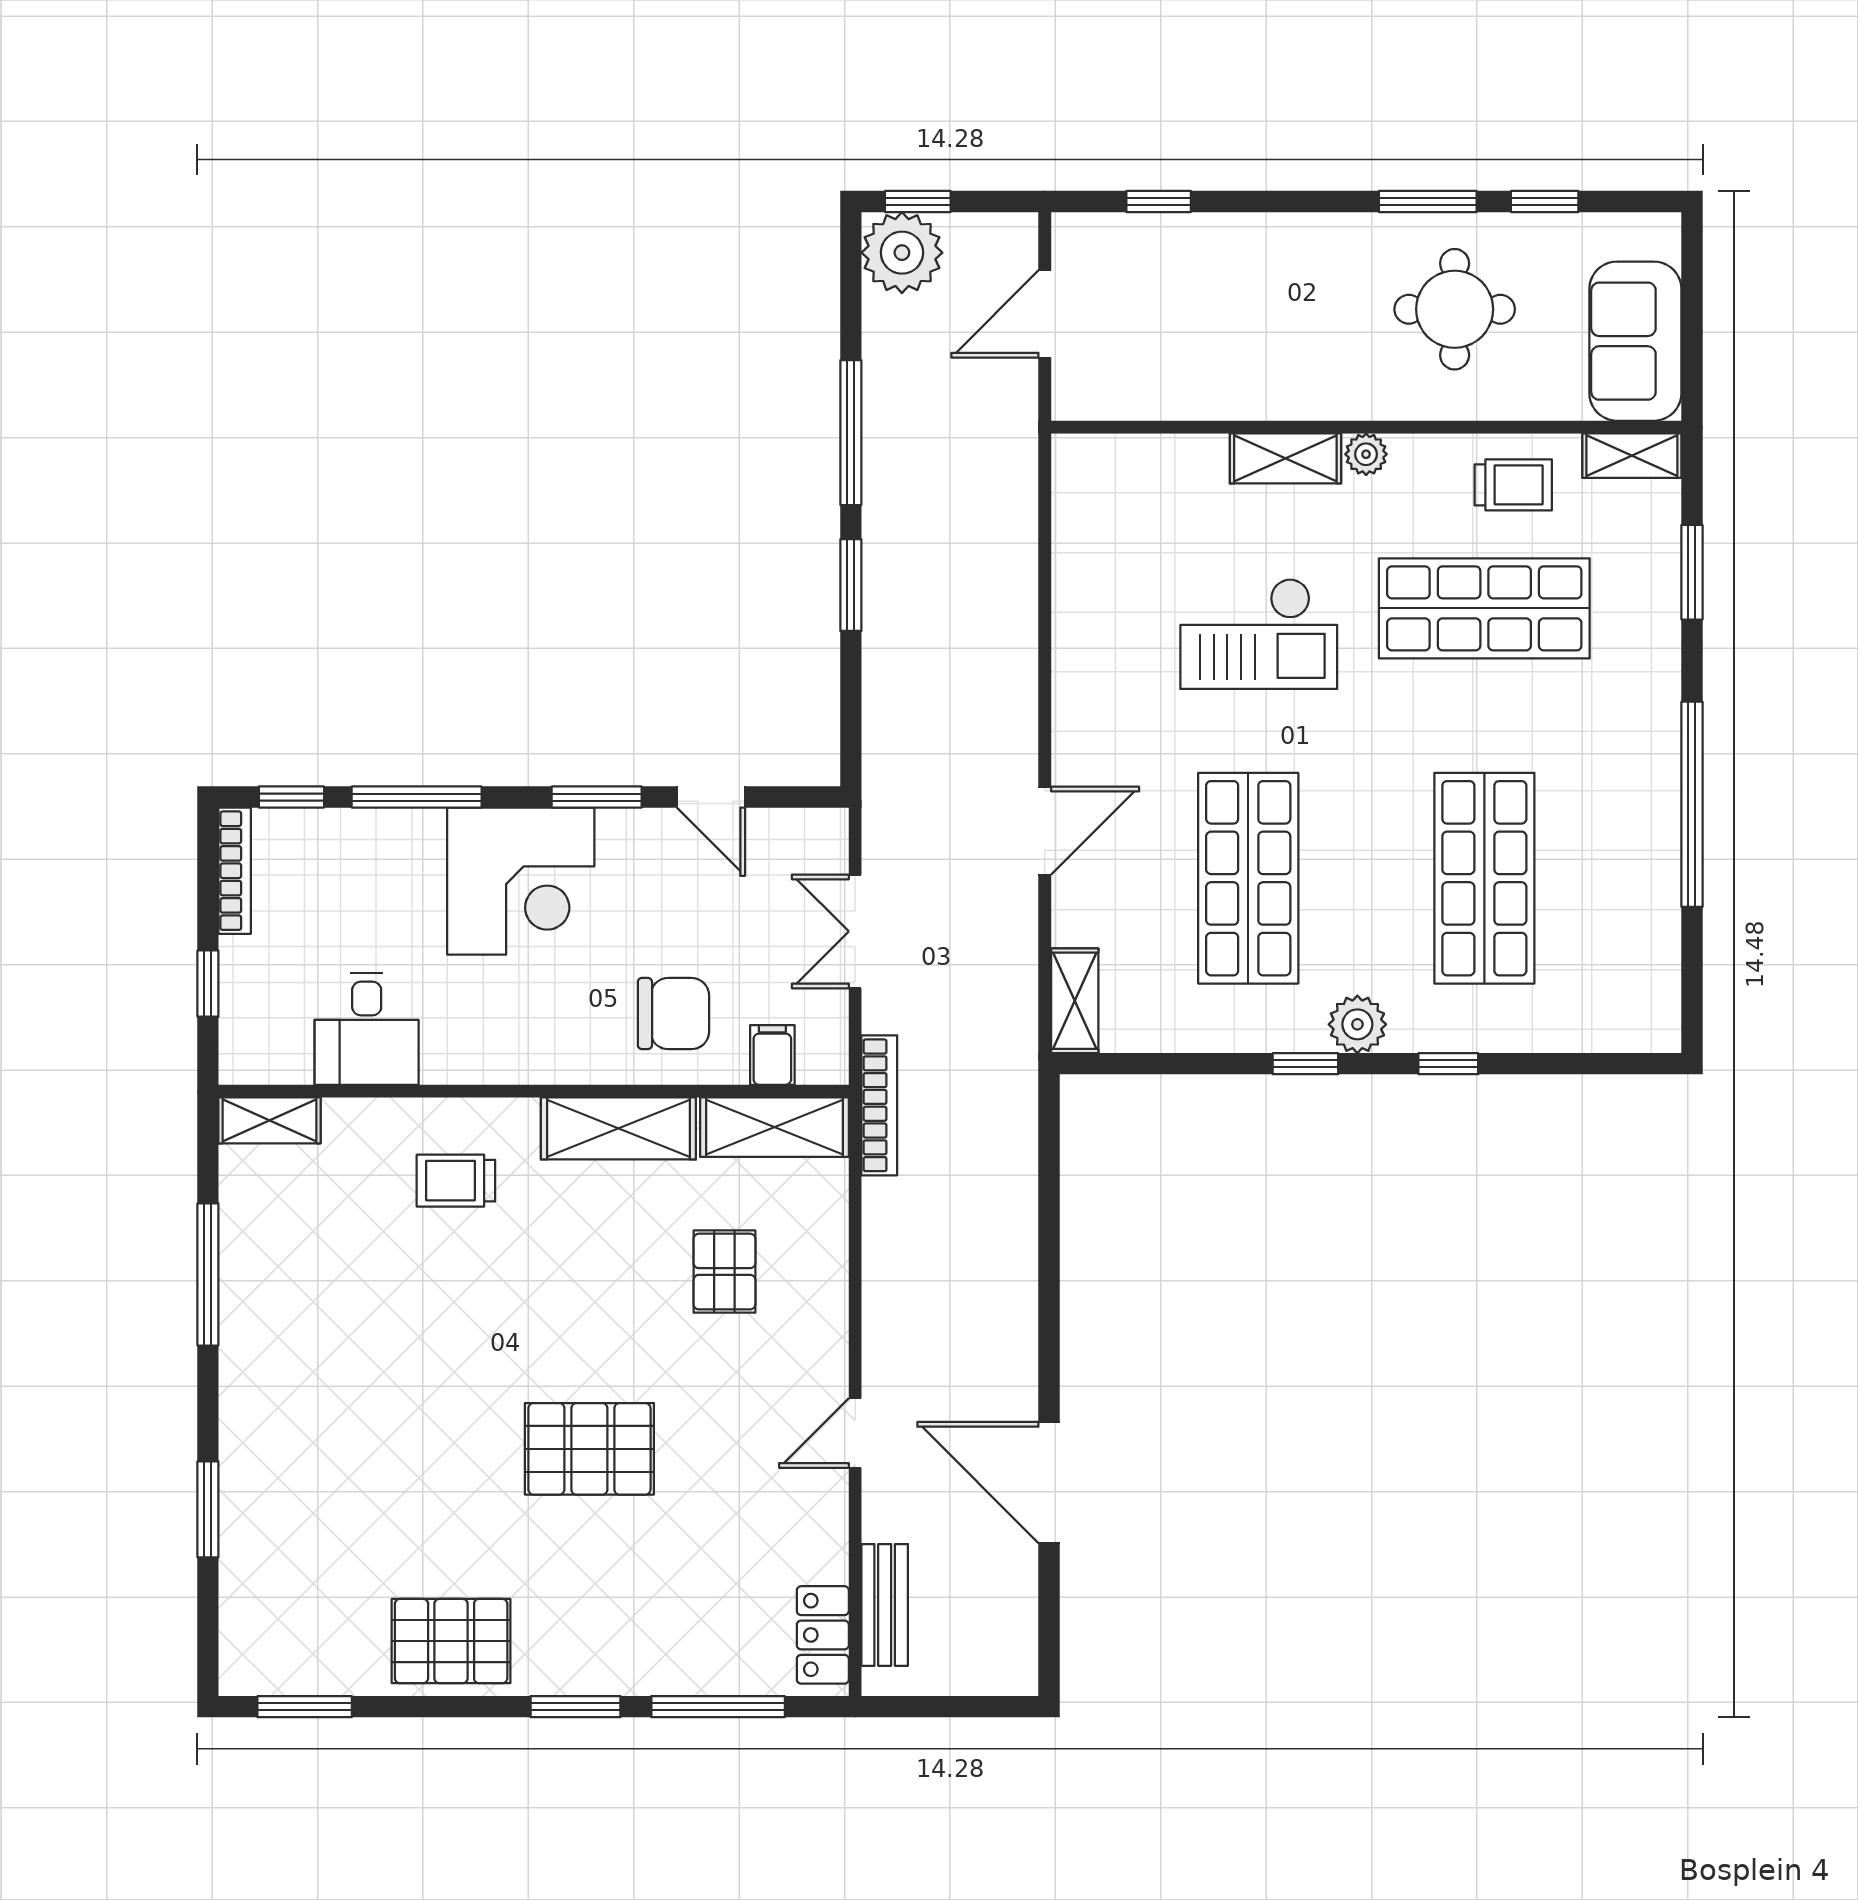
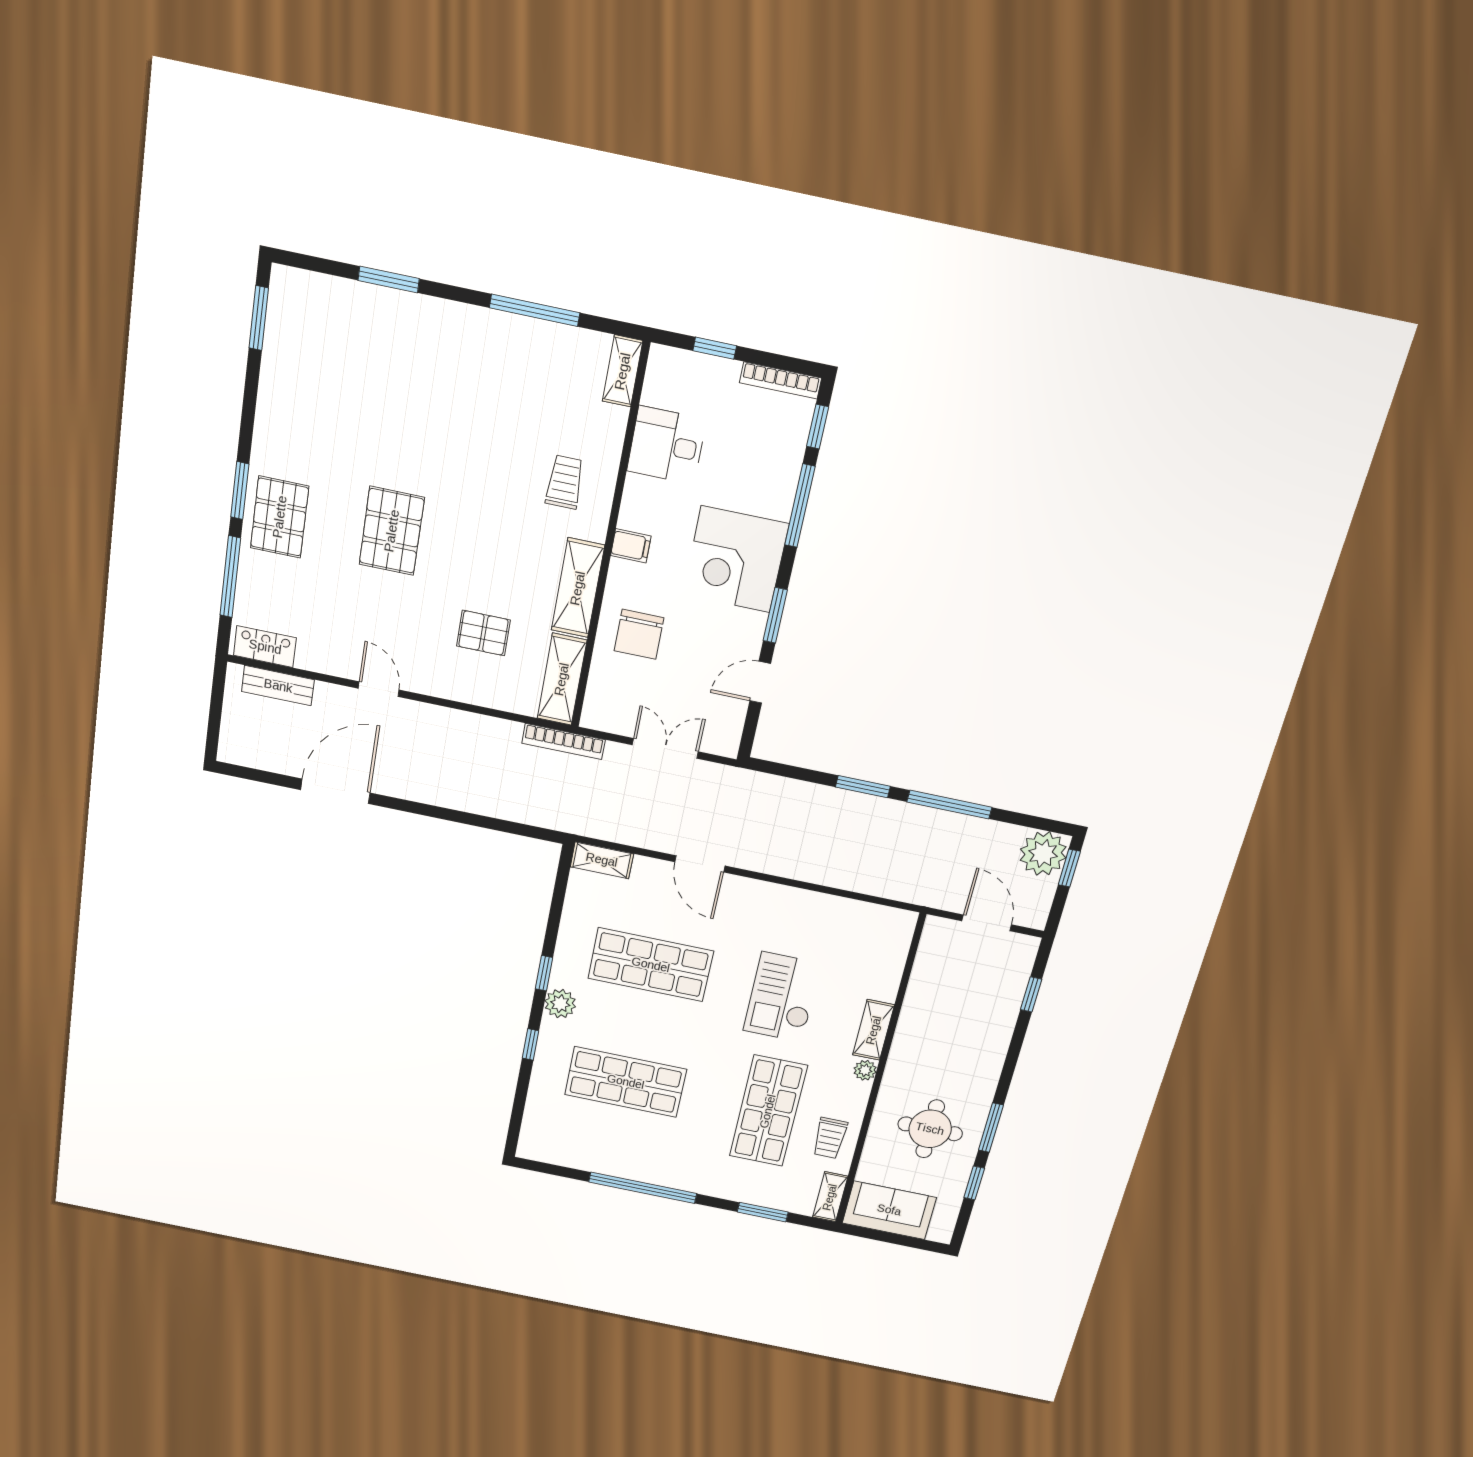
filing cabinet: (772, 1055) -> (631, 546), moved
pallet: (451, 1641) -> (280, 517), moved

